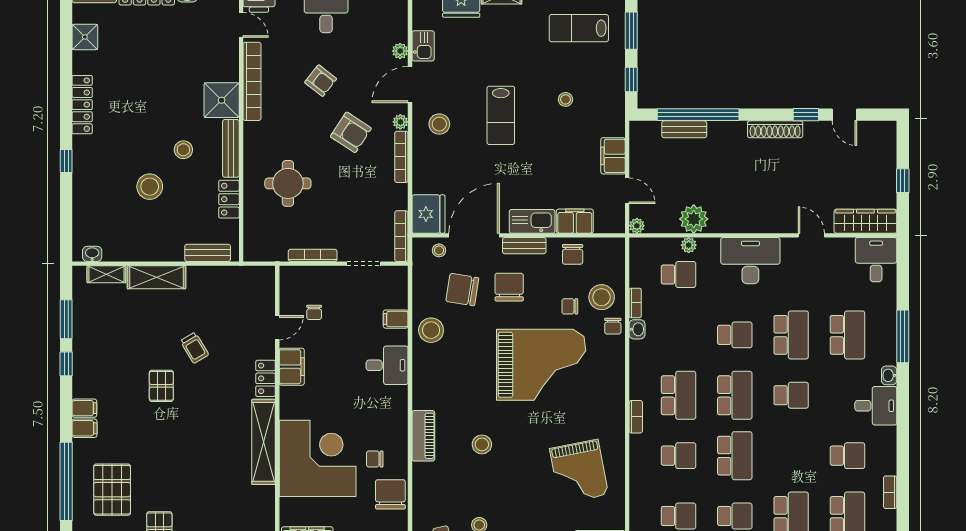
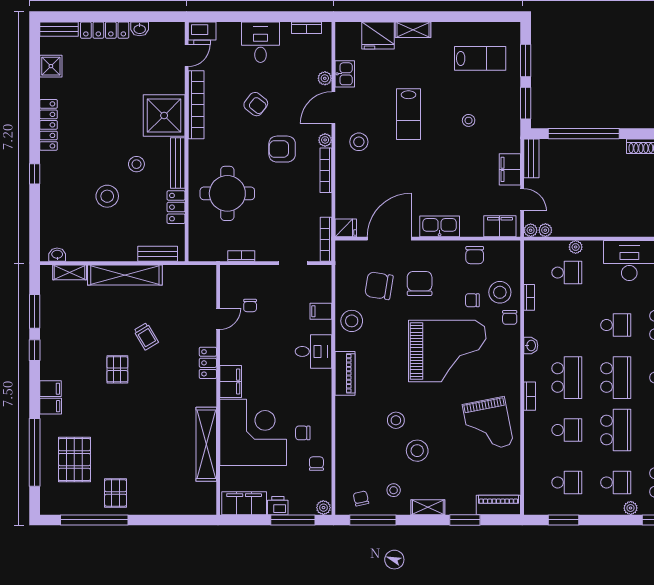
door: (241, 25) -> (187, 56), hinge flipped
lab bench: (579, 28) -> (480, 58), turned 180
window: (631, 80) -> (526, 103), width x1.50
shower: (222, 100) -> (164, 116), width x1.37, depth x1.37
lab bench: (501, 115) -> (408, 114), moved
bench: (684, 129) -> (531, 158), moved, turned 90
armchair: (351, 132) -> (282, 149), turned 147
round table: (288, 183) -> (227, 193), width x1.36, depth x1.36
fridge: (428, 214) -> (346, 228), width x0.53, depth x0.75
plant: (694, 219) -> (545, 230), moved, width x0.53, depth x0.53
filing cabinet: (575, 221) -> (500, 226), moved
bench: (524, 246) -> (433, 247), removed
stool: (439, 250) -> (417, 451), moved, width x1.89, depth x1.89
bookcase: (313, 255) -> (241, 256), width x0.64
shelving: (156, 277) -> (125, 275), width x1.47
washbasin: (637, 329) -> (531, 345), moved
filing cabinet: (292, 367) -> (231, 382), moved
piano: (423, 436) -> (345, 373), moved
shelving: (264, 442) -> (206, 444), moved
grand piano: (579, 472) -> (488, 425), moved
chair: (390, 494) -> (316, 464), width x0.54, depth x0.54

